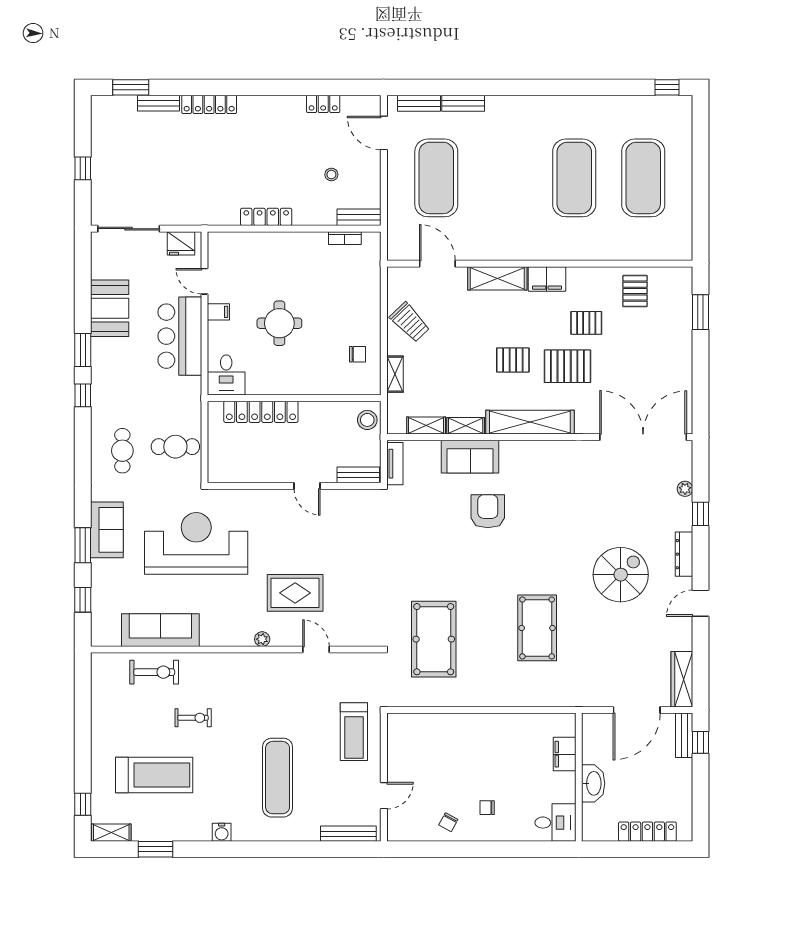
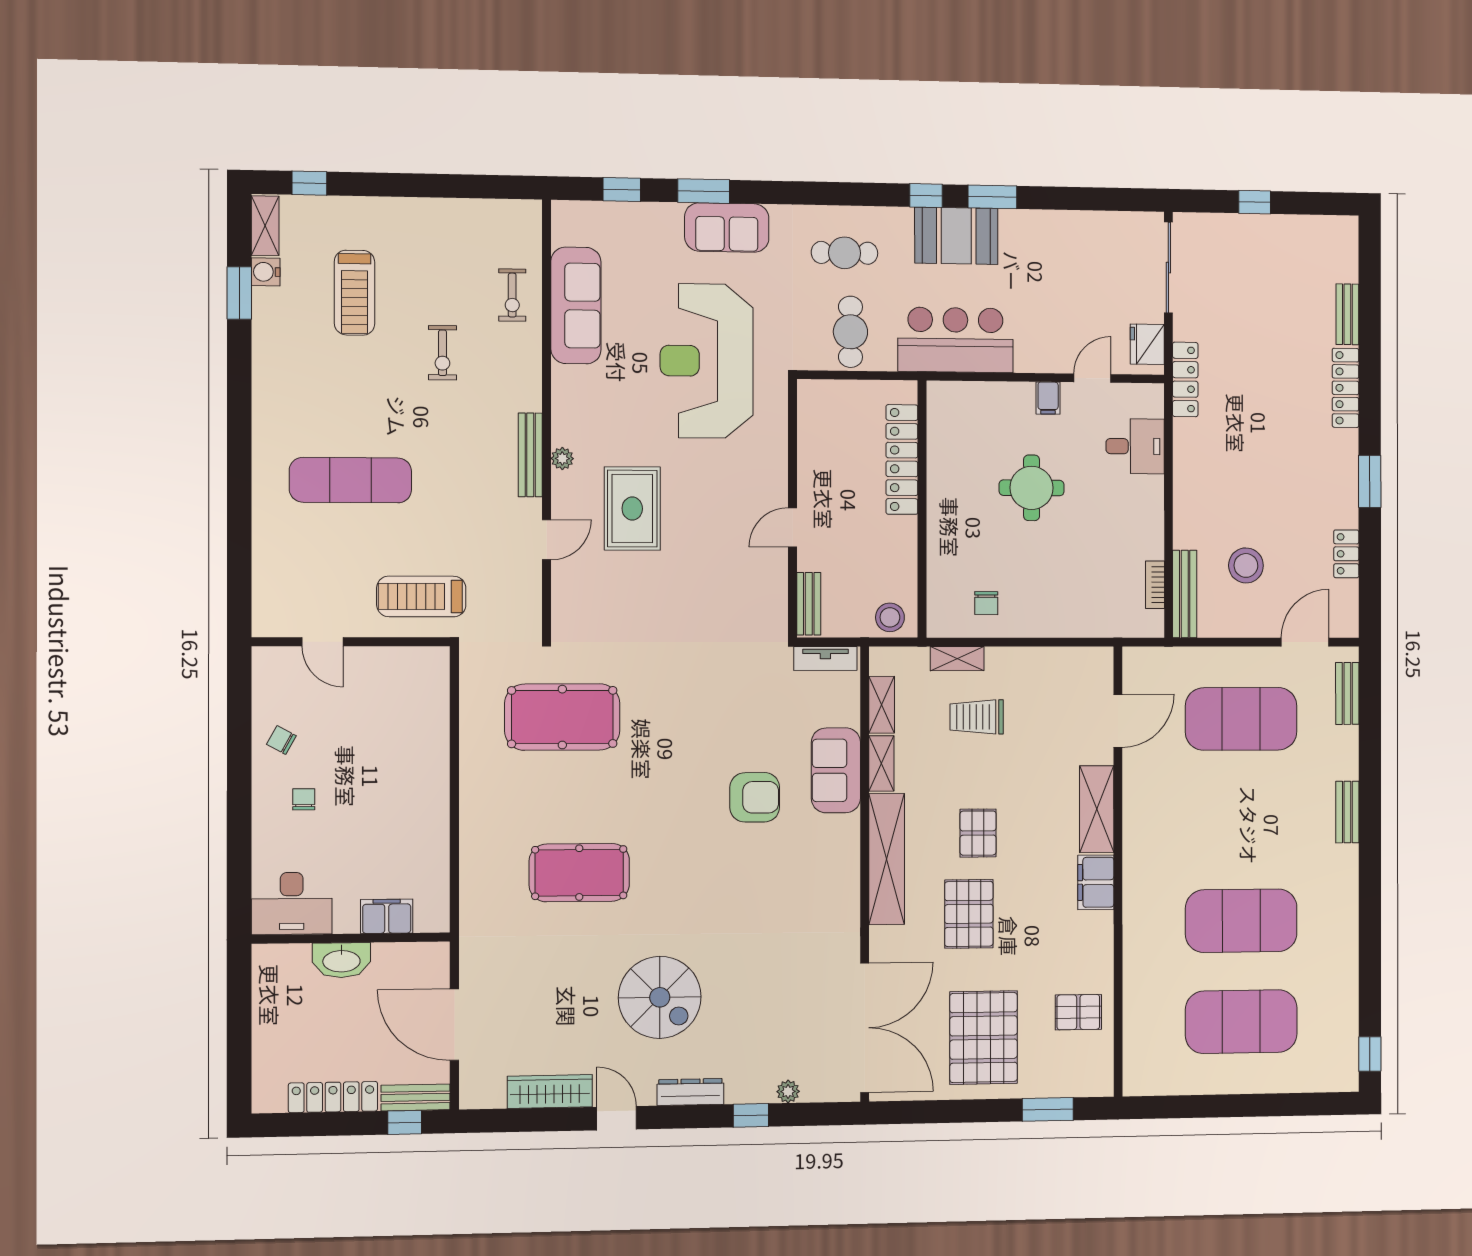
window: (131, 87) -> (1370, 481), moved
bench: (463, 103) -> (1347, 812), moved
stool: (331, 175) -> (1246, 565), width x1.89, depth x1.89
locker: (266, 217) -> (1185, 379), moved
bench: (359, 217) -> (1185, 594), width x1.36
booth: (110, 308) -> (956, 236), moved
trolley: (410, 322) -> (977, 717), moved, turned 44
pallet: (586, 323) -> (984, 1038), moved, width x2.05, depth x2.00
bar counter: (180, 336) -> (955, 340), moved
desk: (226, 375) -> (1135, 446), moved, turned 180
reception desk: (196, 543) -> (707, 361), turned 180
exercise bike: (154, 672) -> (512, 295), width x0.73, depth x0.72
wardrobe: (682, 679) -> (550, 1091), moved
treadmill: (154, 775) -> (355, 293), width x0.73, depth x0.73
desk: (555, 823) -> (292, 903), width x1.37
water cooler: (222, 832) -> (266, 272), moved
locker: (647, 832) -> (333, 1097), moved, turned -90
bench: (348, 834) -> (530, 455), moved

